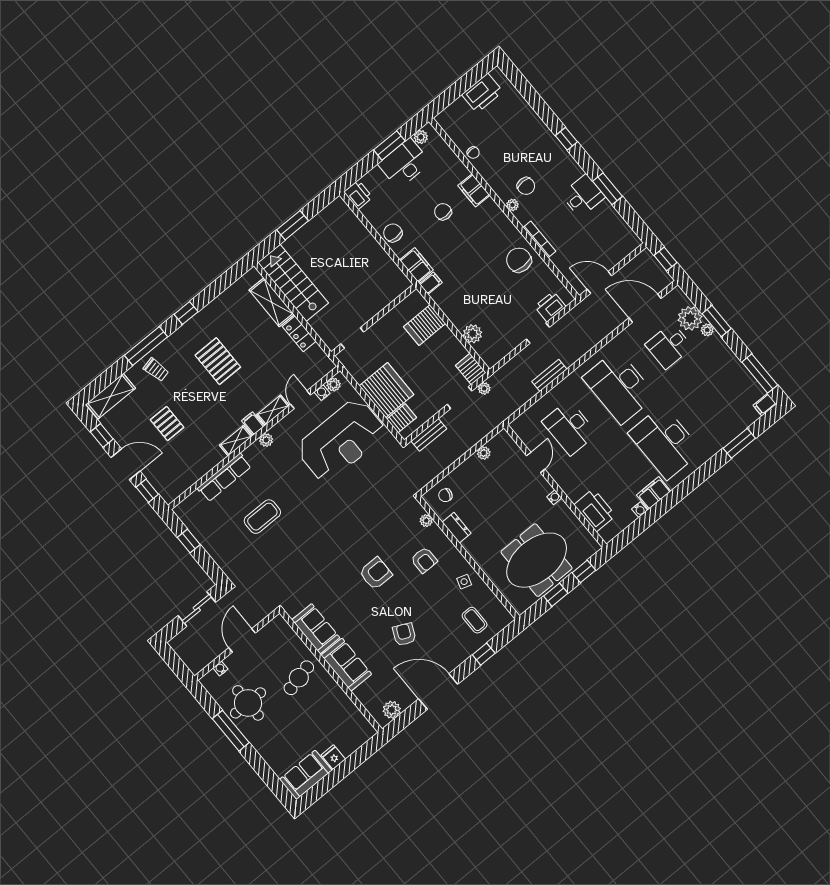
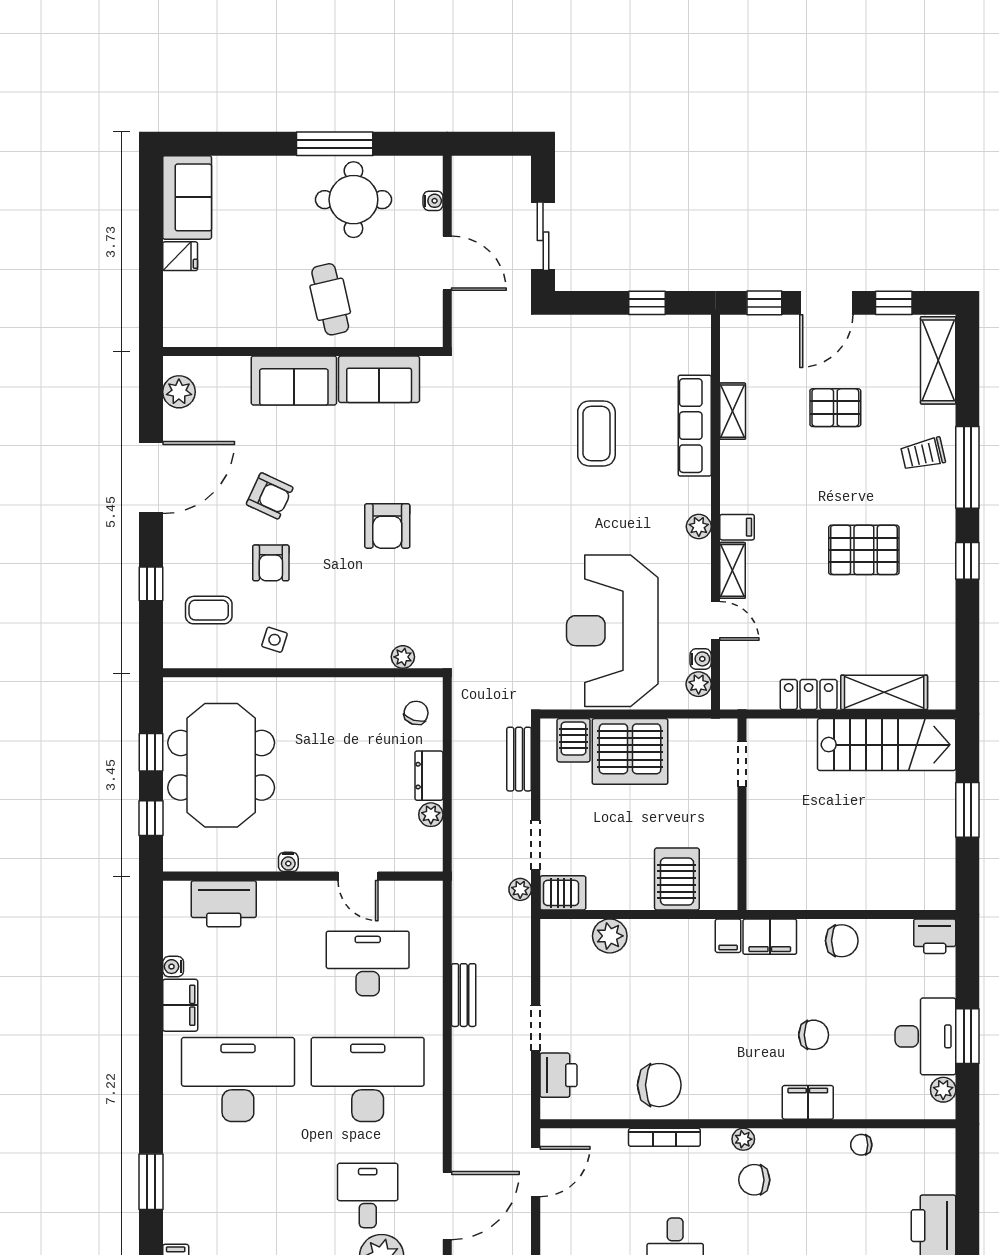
shelving: (236, 441) -> (733, 411), moved
dresser: (457, 528) -> (429, 776), moved, turned 90
armchair: (424, 560) -> (271, 563), moved, turned -90

